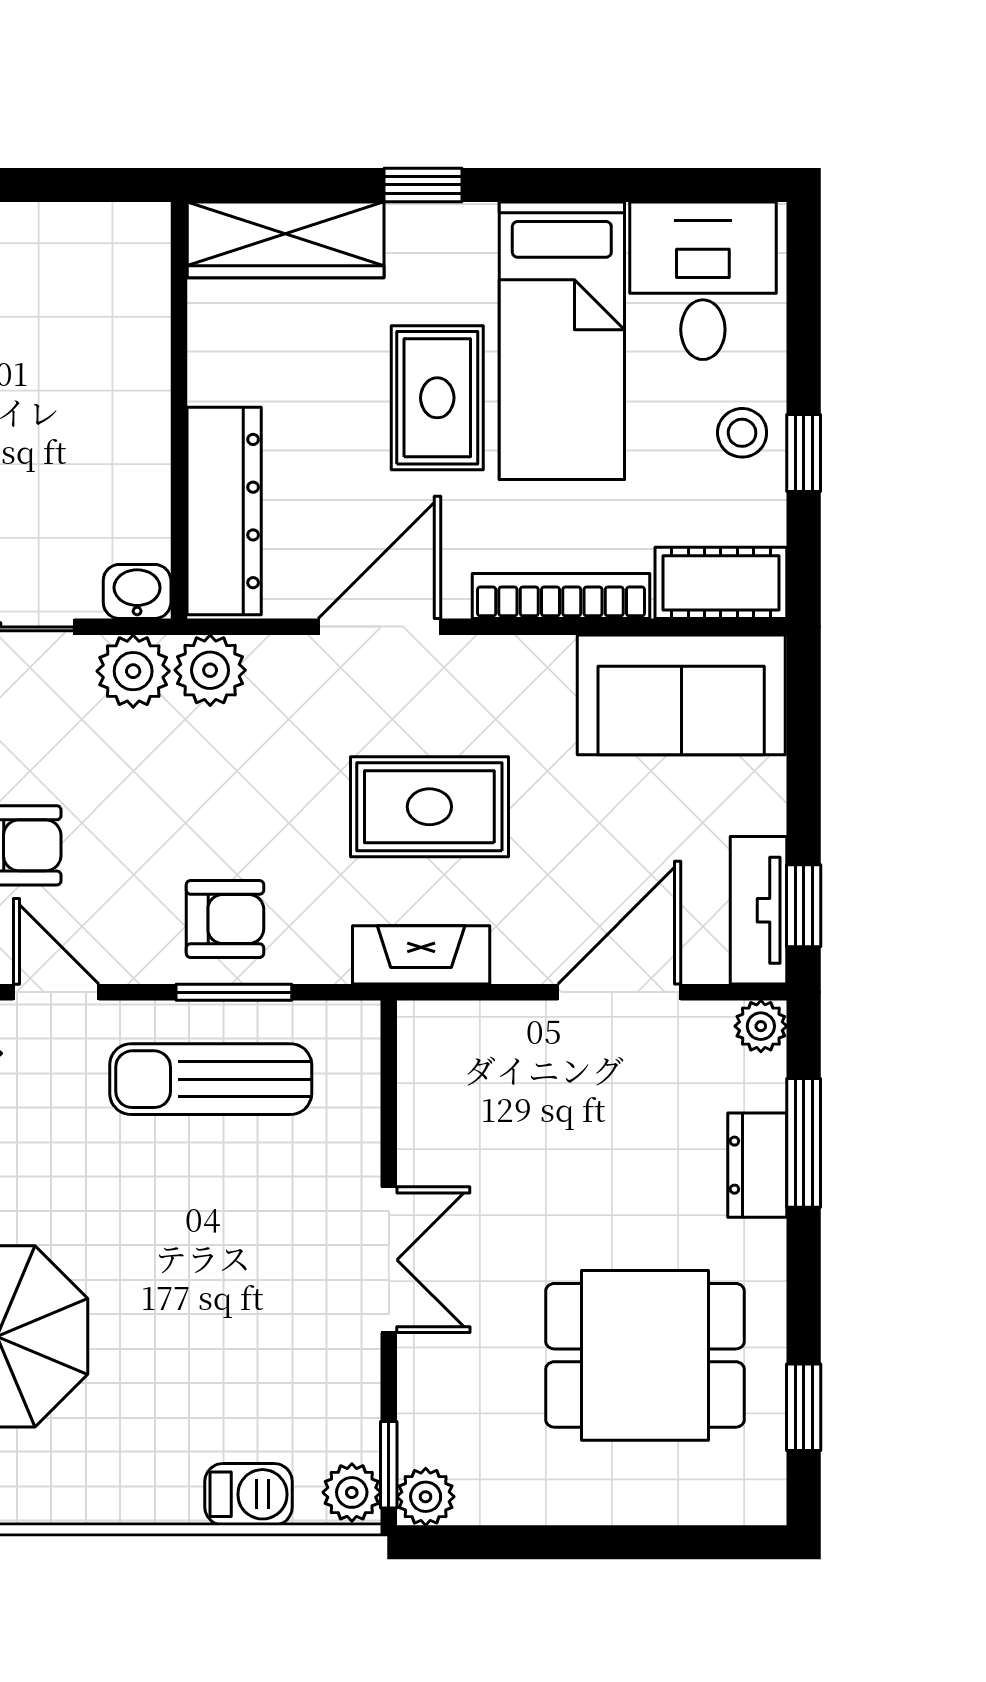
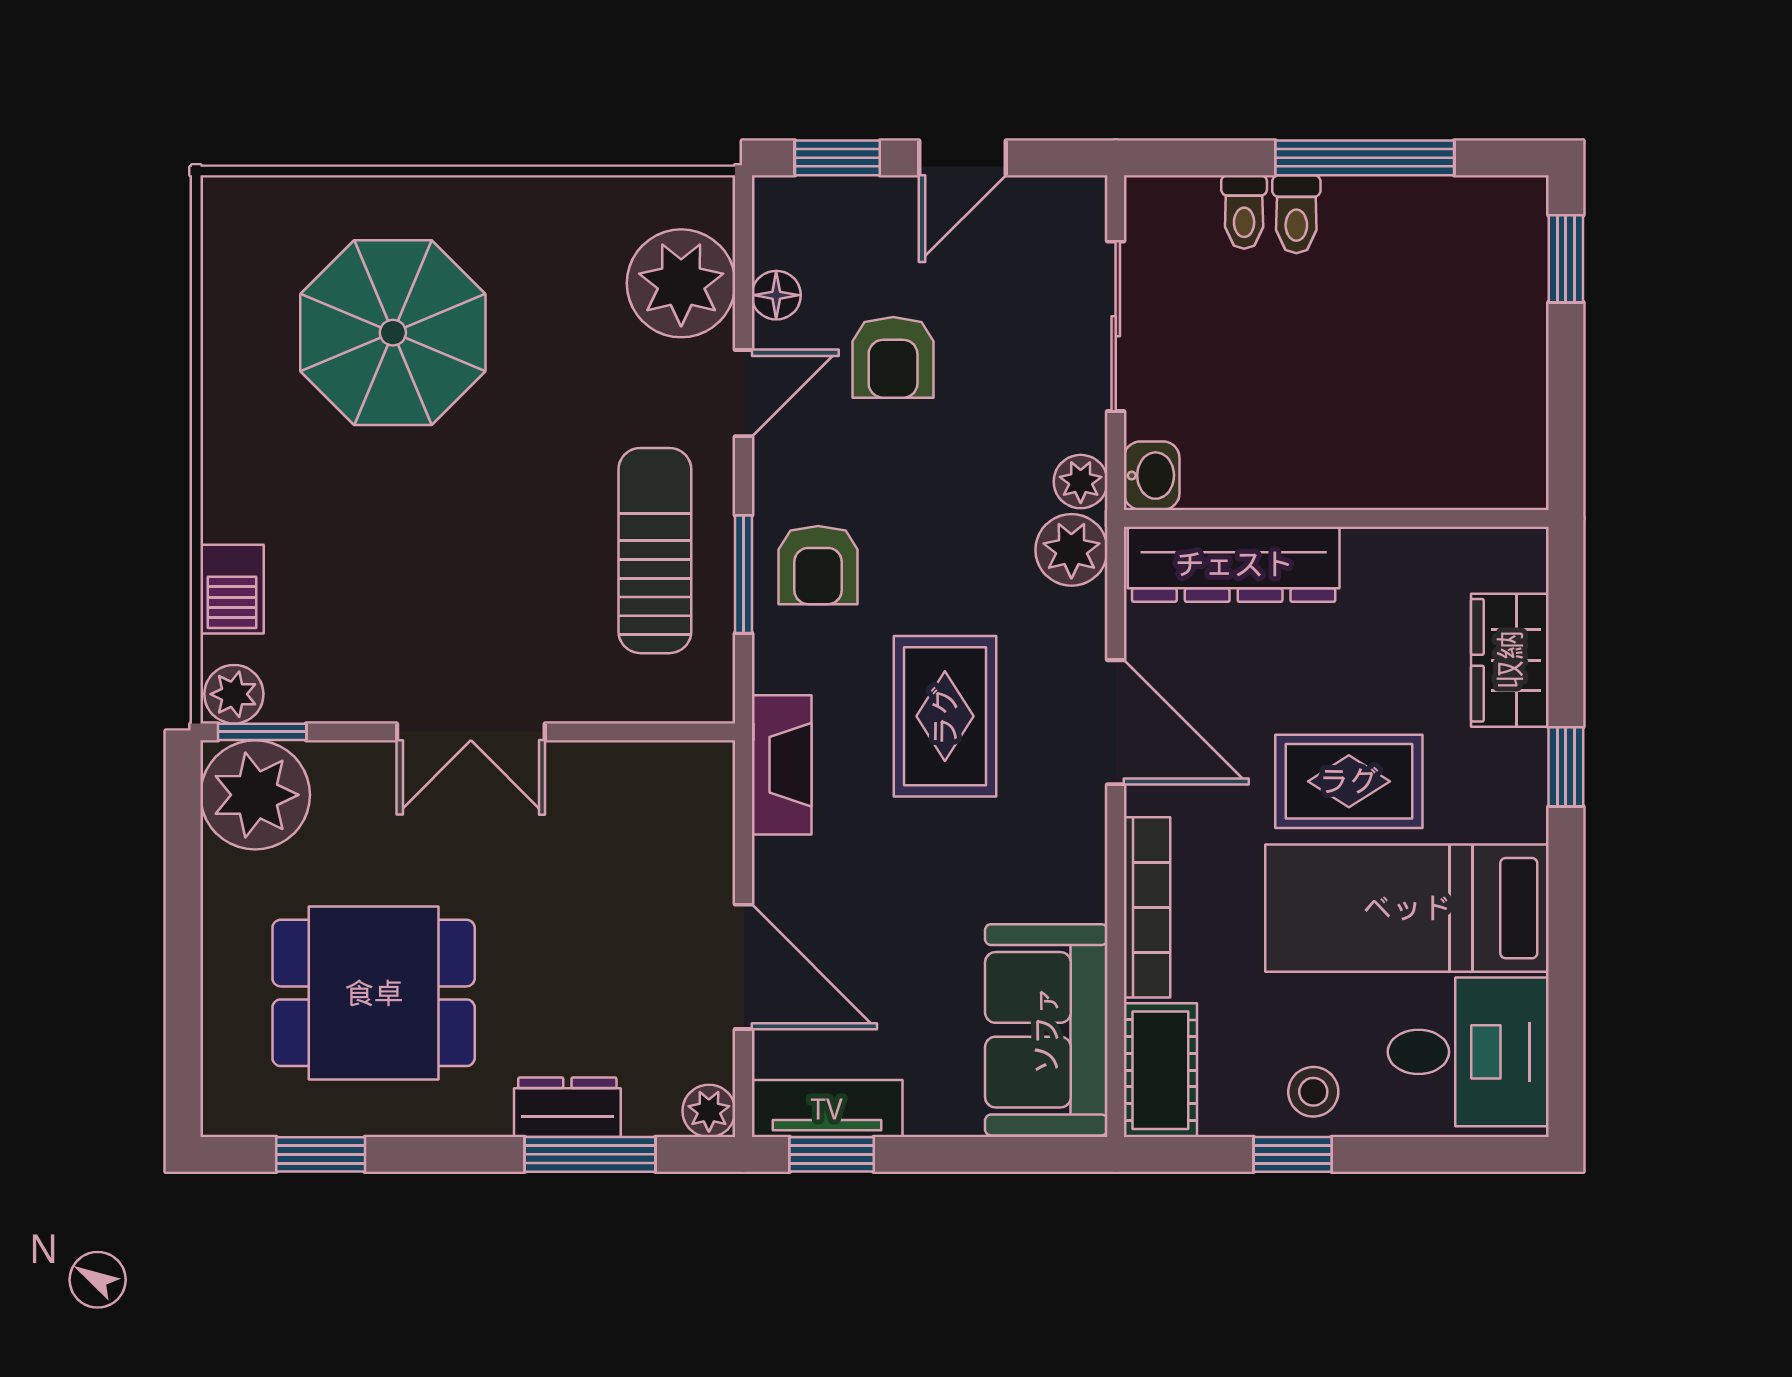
wardrobe: (286, 240) -> (1510, 660), width x0.67
plant: (133, 671) -> (1081, 482), width x0.73, depth x0.73
rug: (429, 807) -> (945, 716), moved
dining table: (645, 1355) -> (374, 993), turned 90
plant: (426, 1497) -> (255, 795), width x1.87, depth x1.87

